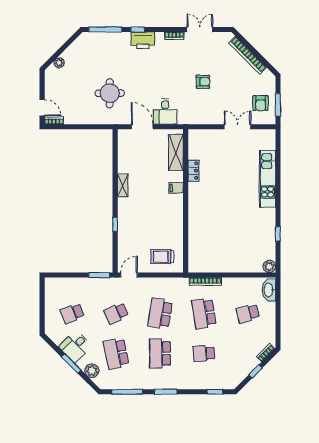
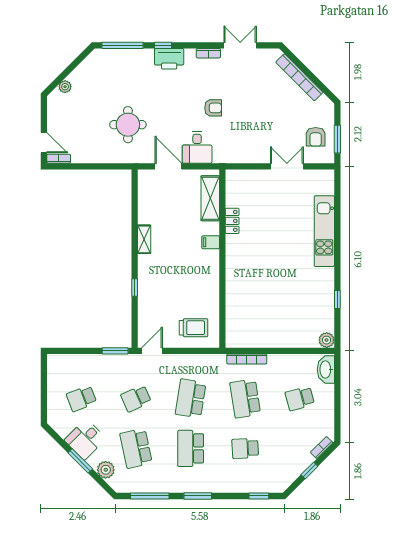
armchair: (203, 82) -> (213, 108), moved
trolley: (162, 256) -> (194, 328), turned 180

